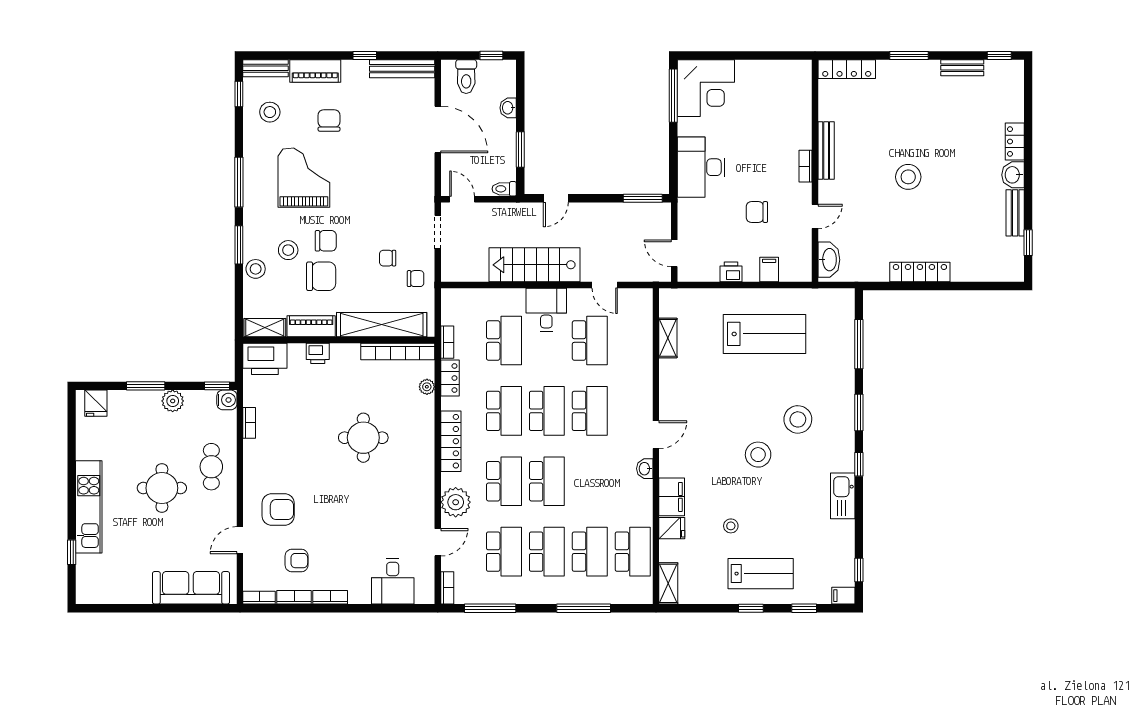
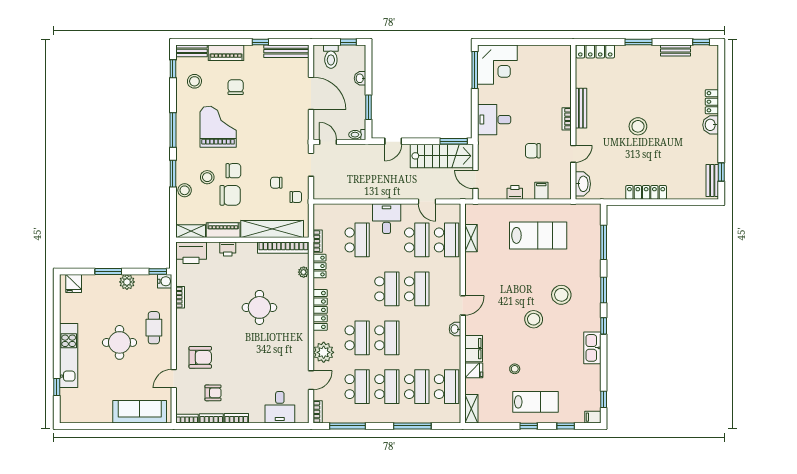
desk: (701, 167) -> (494, 120), width x0.73
bench: (1015, 213) -> (712, 181), moved
stairs: (535, 265) -> (442, 156), moved, turned 180
school desk: (504, 411) -> (447, 240), moved

